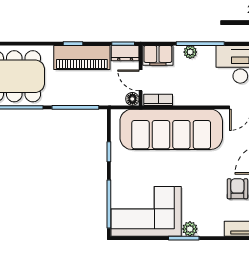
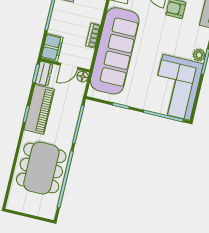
plant: (190, 52) -> (56, 21), removed
bookcase: (158, 100) -> (93, 36), moved

